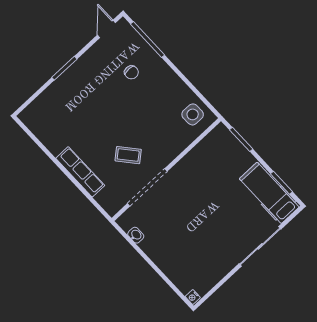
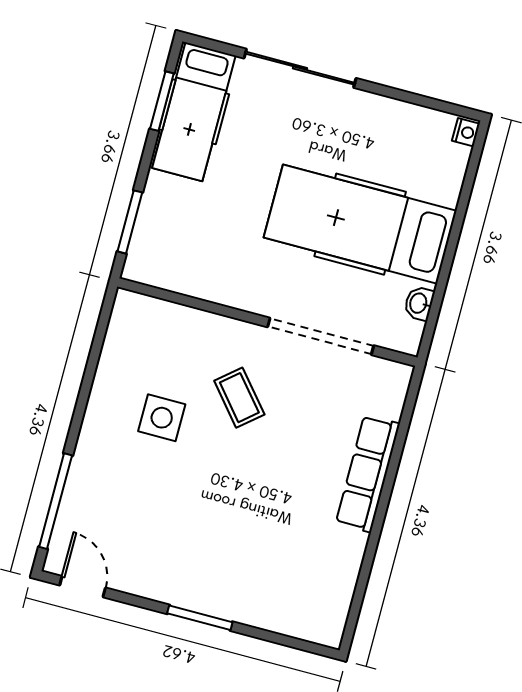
door: (106, 29) -> (83, 587), swing flipped
chair: (131, 72) -> (132, 493), removed
side table: (193, 114) -> (162, 418), moved
coffee table: (128, 155) -> (239, 398), moved
hospital bed: (182, 231) -> (360, 224), added

